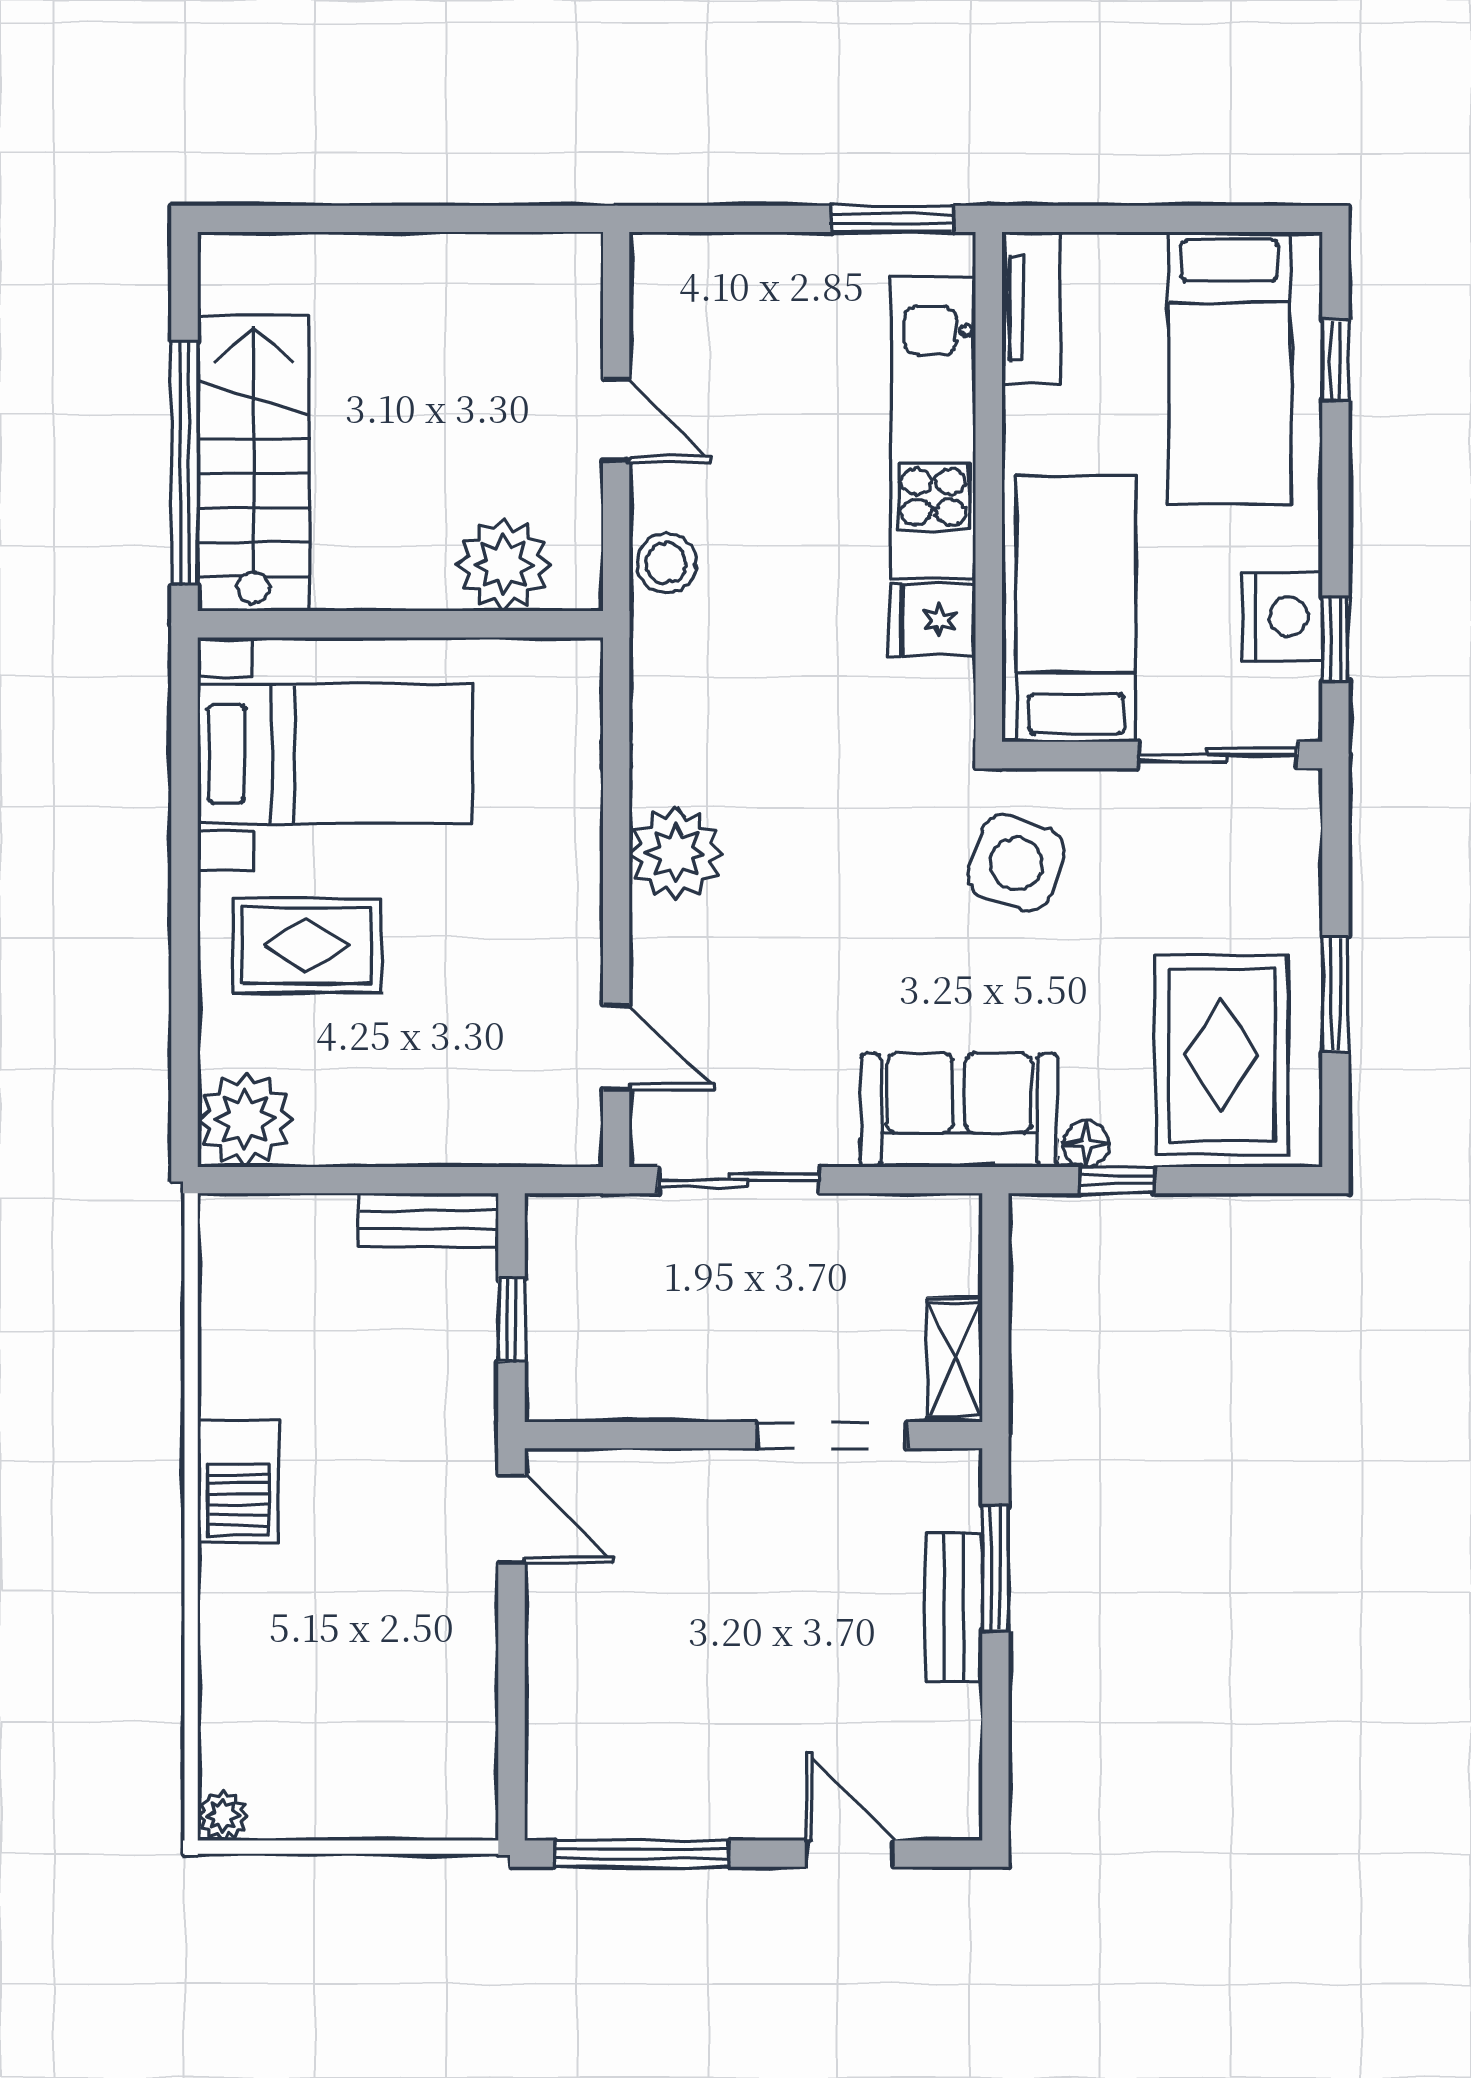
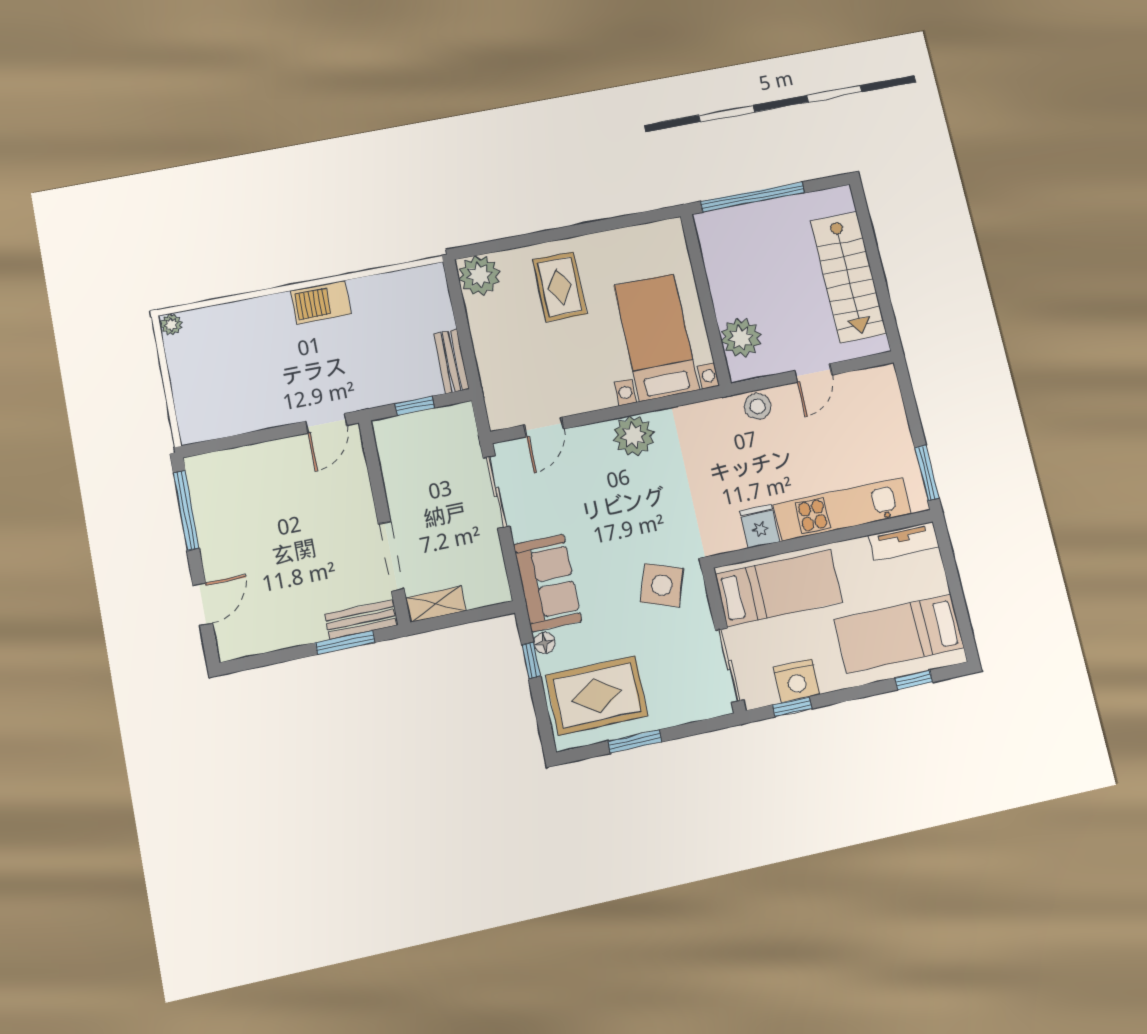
stairs: (253, 463) -> (848, 277), moved, turned 90
bed with nightstands: (335, 754) -> (657, 337), moved, turned 180
bench: (954, 1607) -> (361, 620), moved

